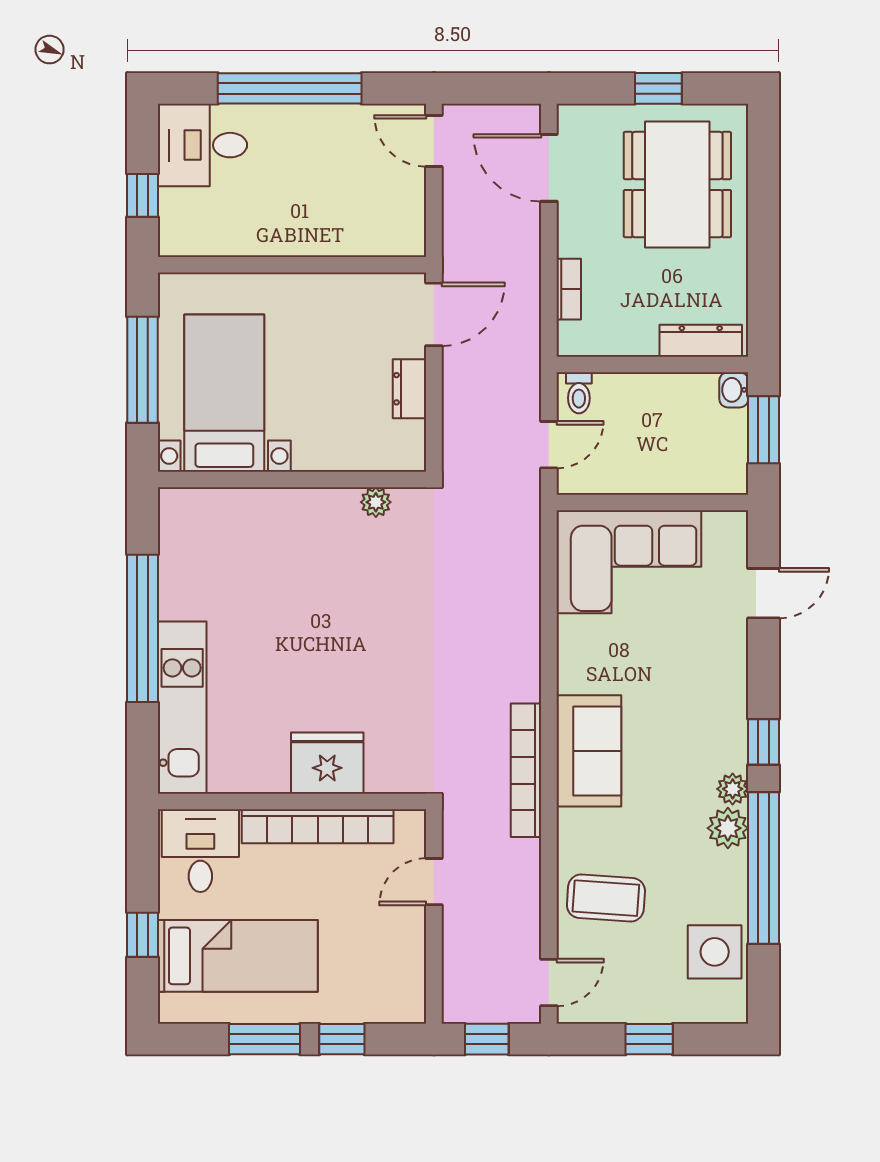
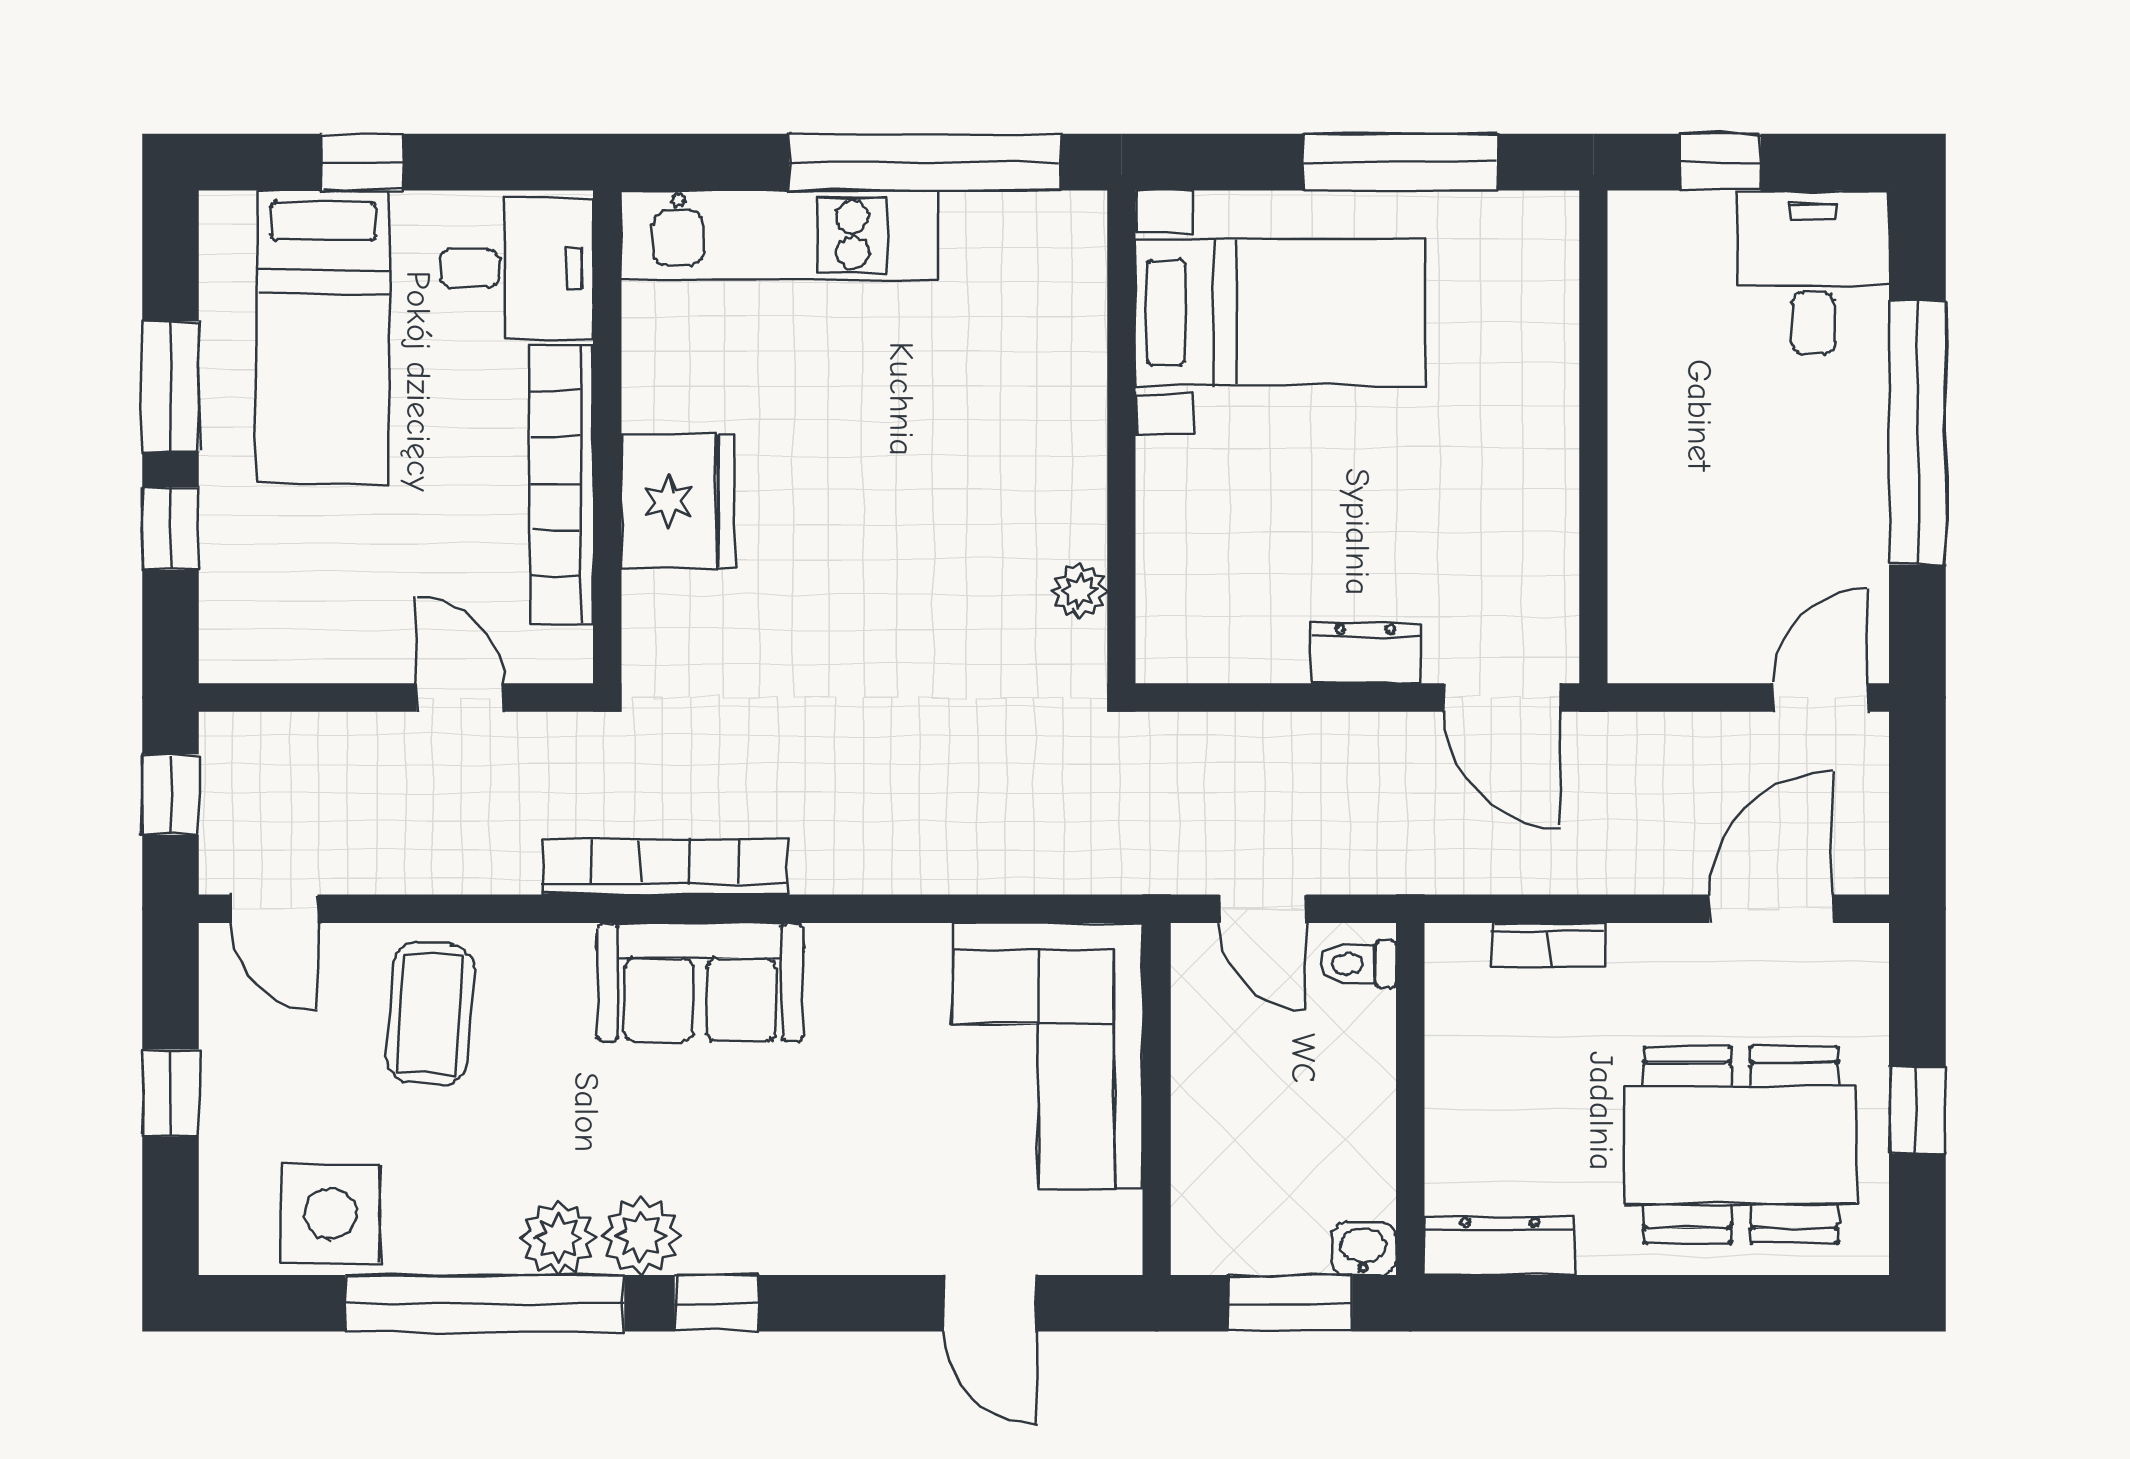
dresser: (701, 341) -> (1500, 1246), moved, turned -90
bed with nightstands: (224, 393) -> (1280, 312), moved
wall: (292, 479) -> (1121, 437), moved
plant: (376, 502) -> (1080, 591), moved
plant: (733, 789) -> (641, 1236), width x1.38, depth x1.38

